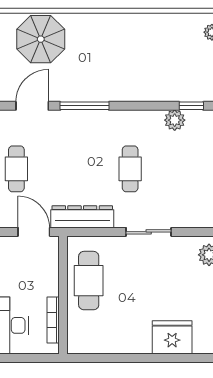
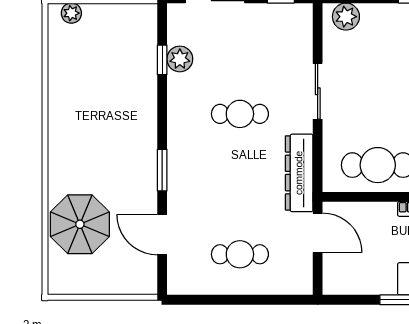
window: (85, 106) -> (162, 170), width x0.69
window: (191, 106) -> (162, 60), moved
door: (34, 232) -> (318, 233), swing flipped

